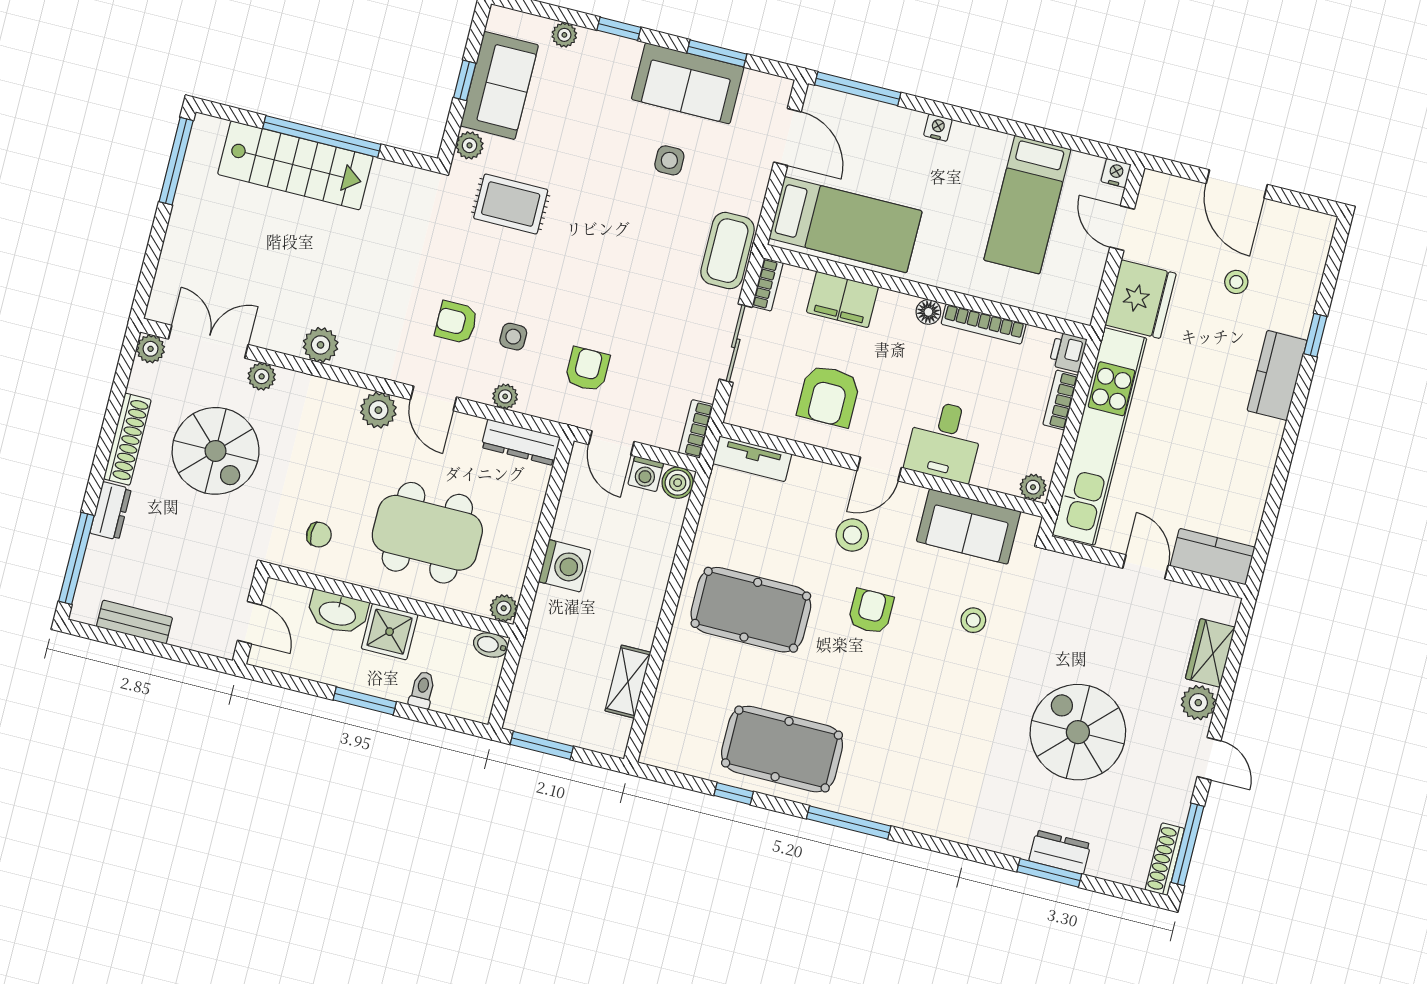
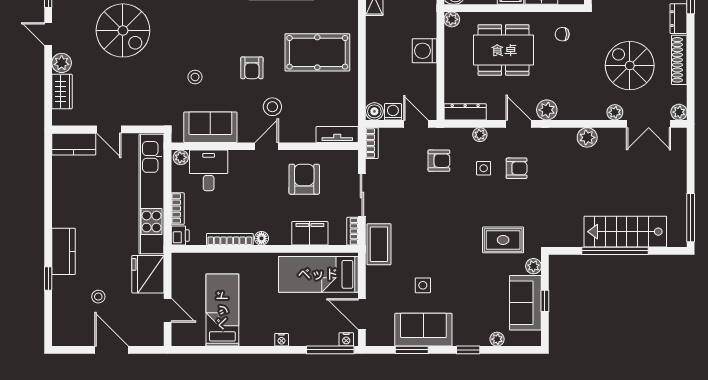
nightstand: (1116, 173) -> (346, 339), moved
armchair: (587, 369) -> (439, 161), turned -90
desk: (945, 441) -> (209, 170), moved

